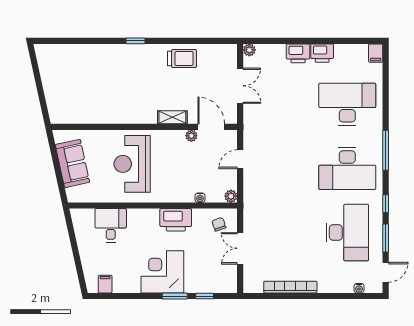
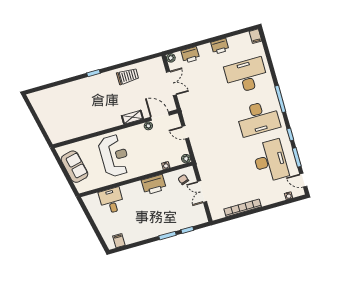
printer: (298, 53) -> (190, 55), moved
door: (240, 159) -> (185, 132), hinge flipped
reception desk: (132, 164) -> (114, 156), turned 180
corner desk: (162, 272) -> (155, 222), removed
door: (386, 272) -> (303, 180), swing flipped

